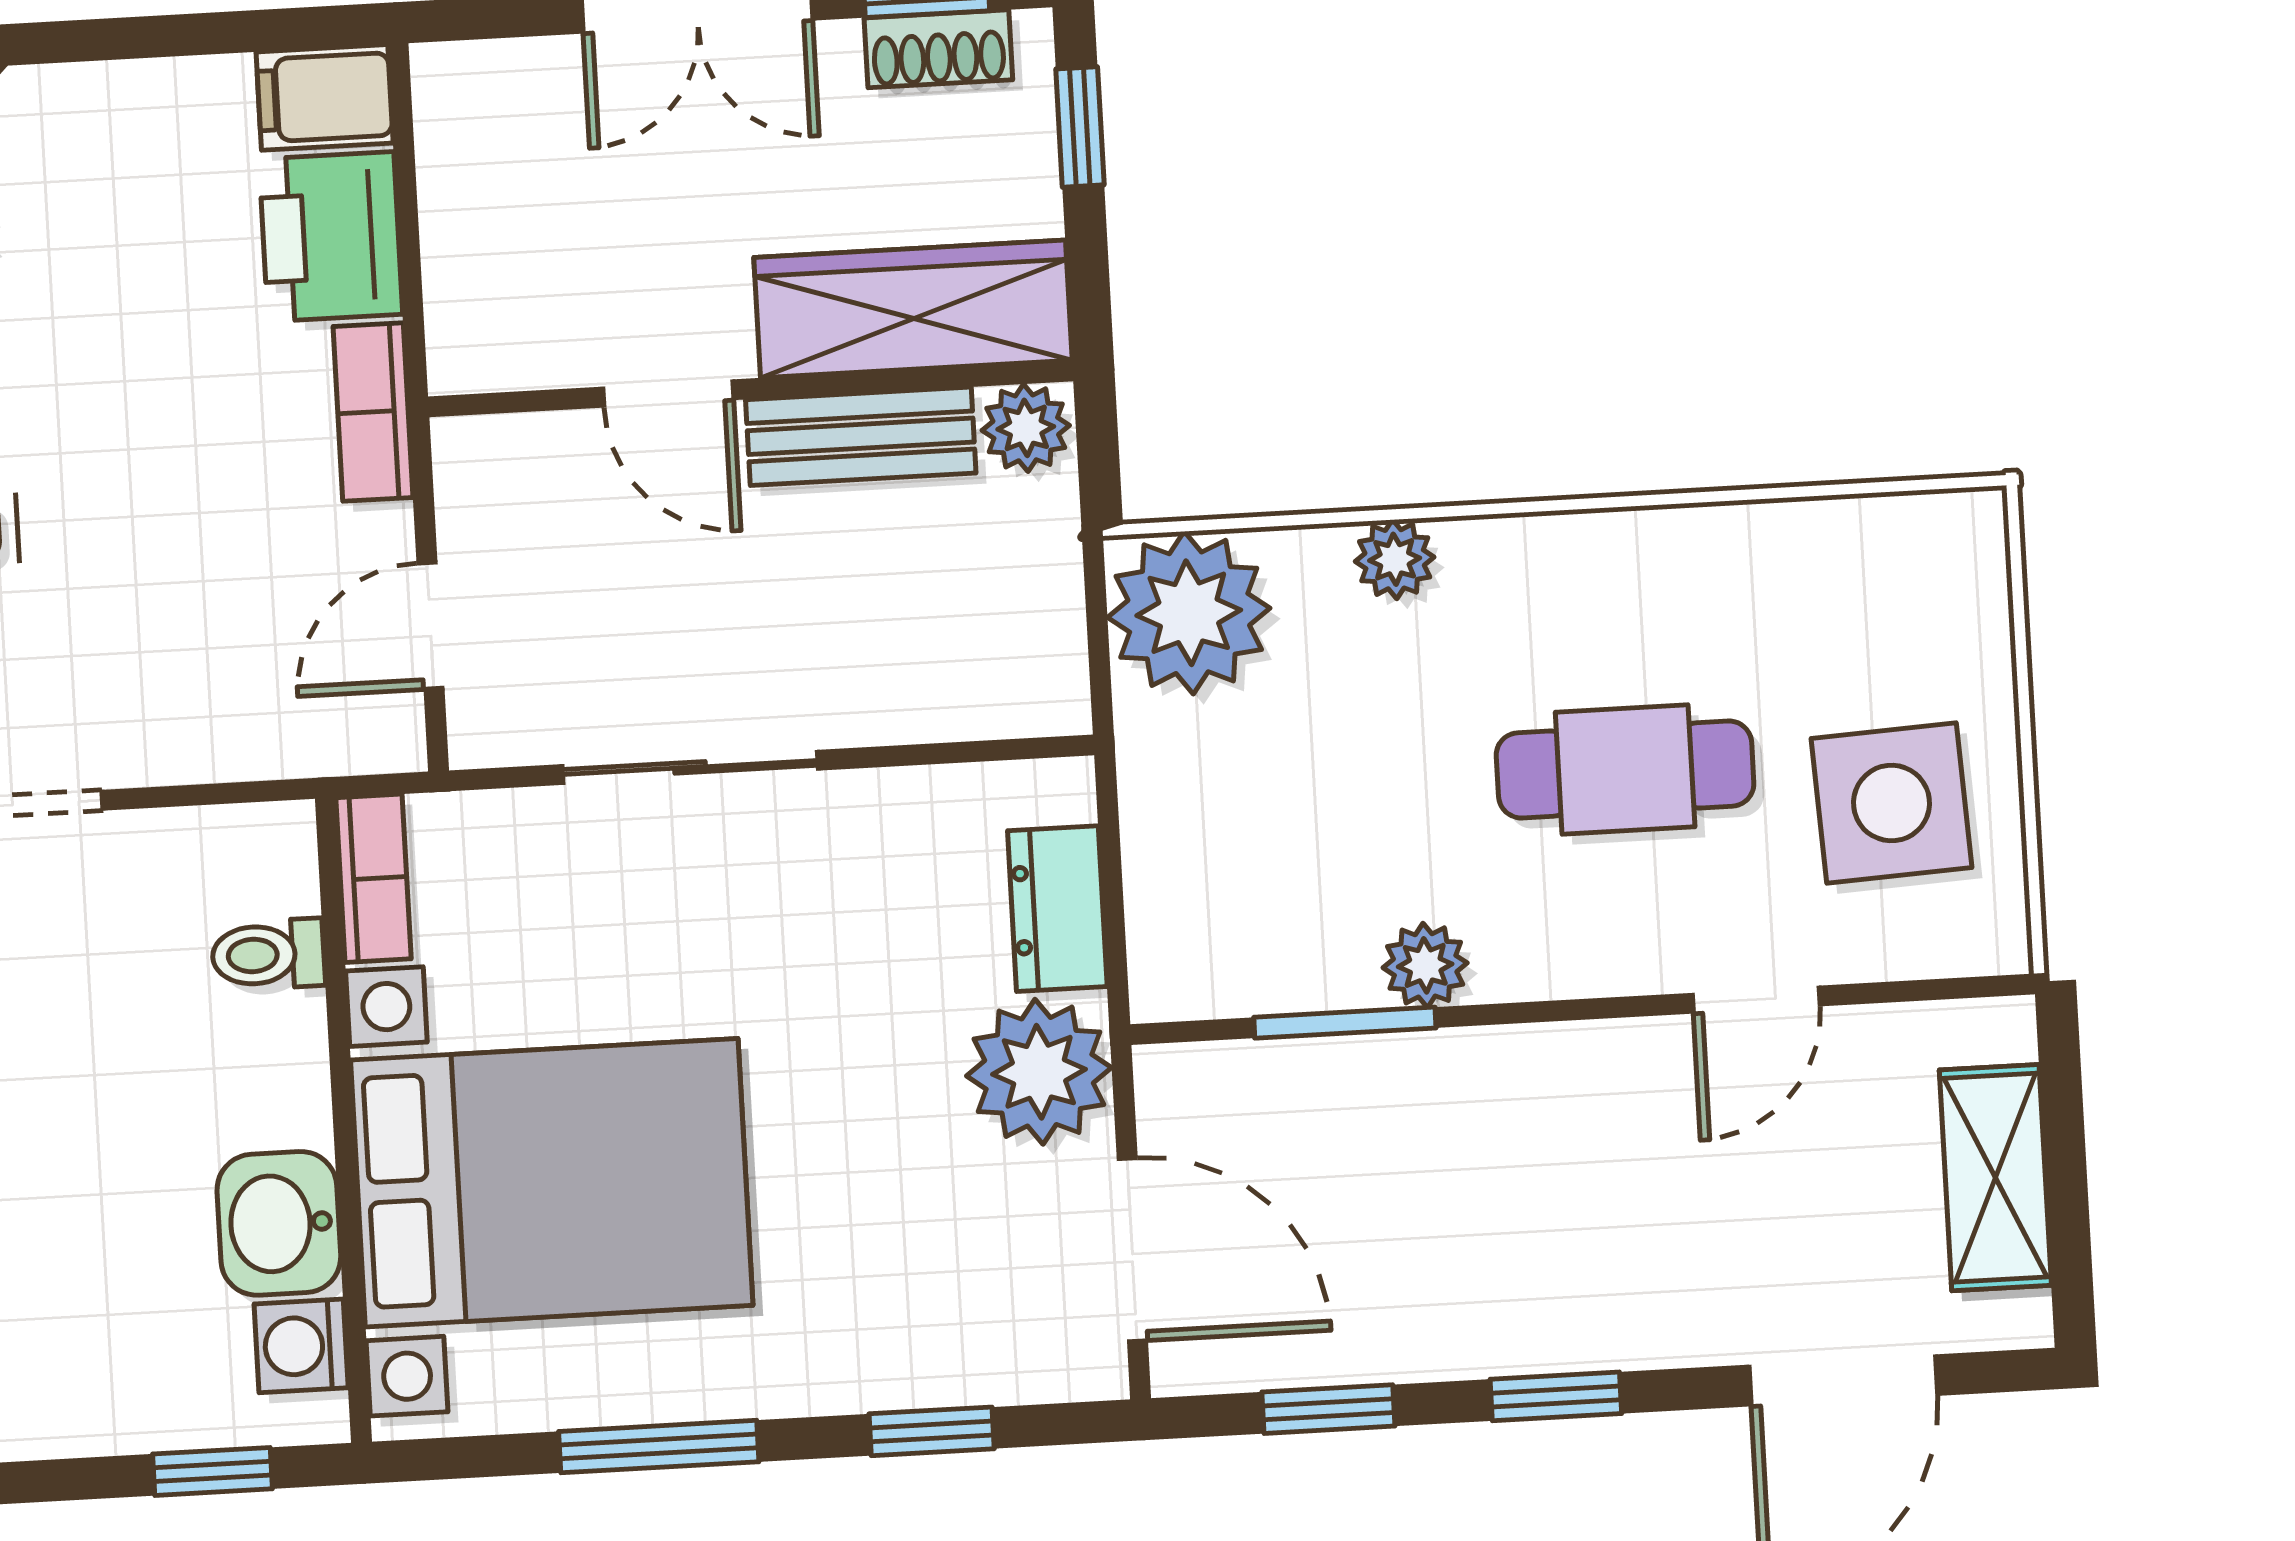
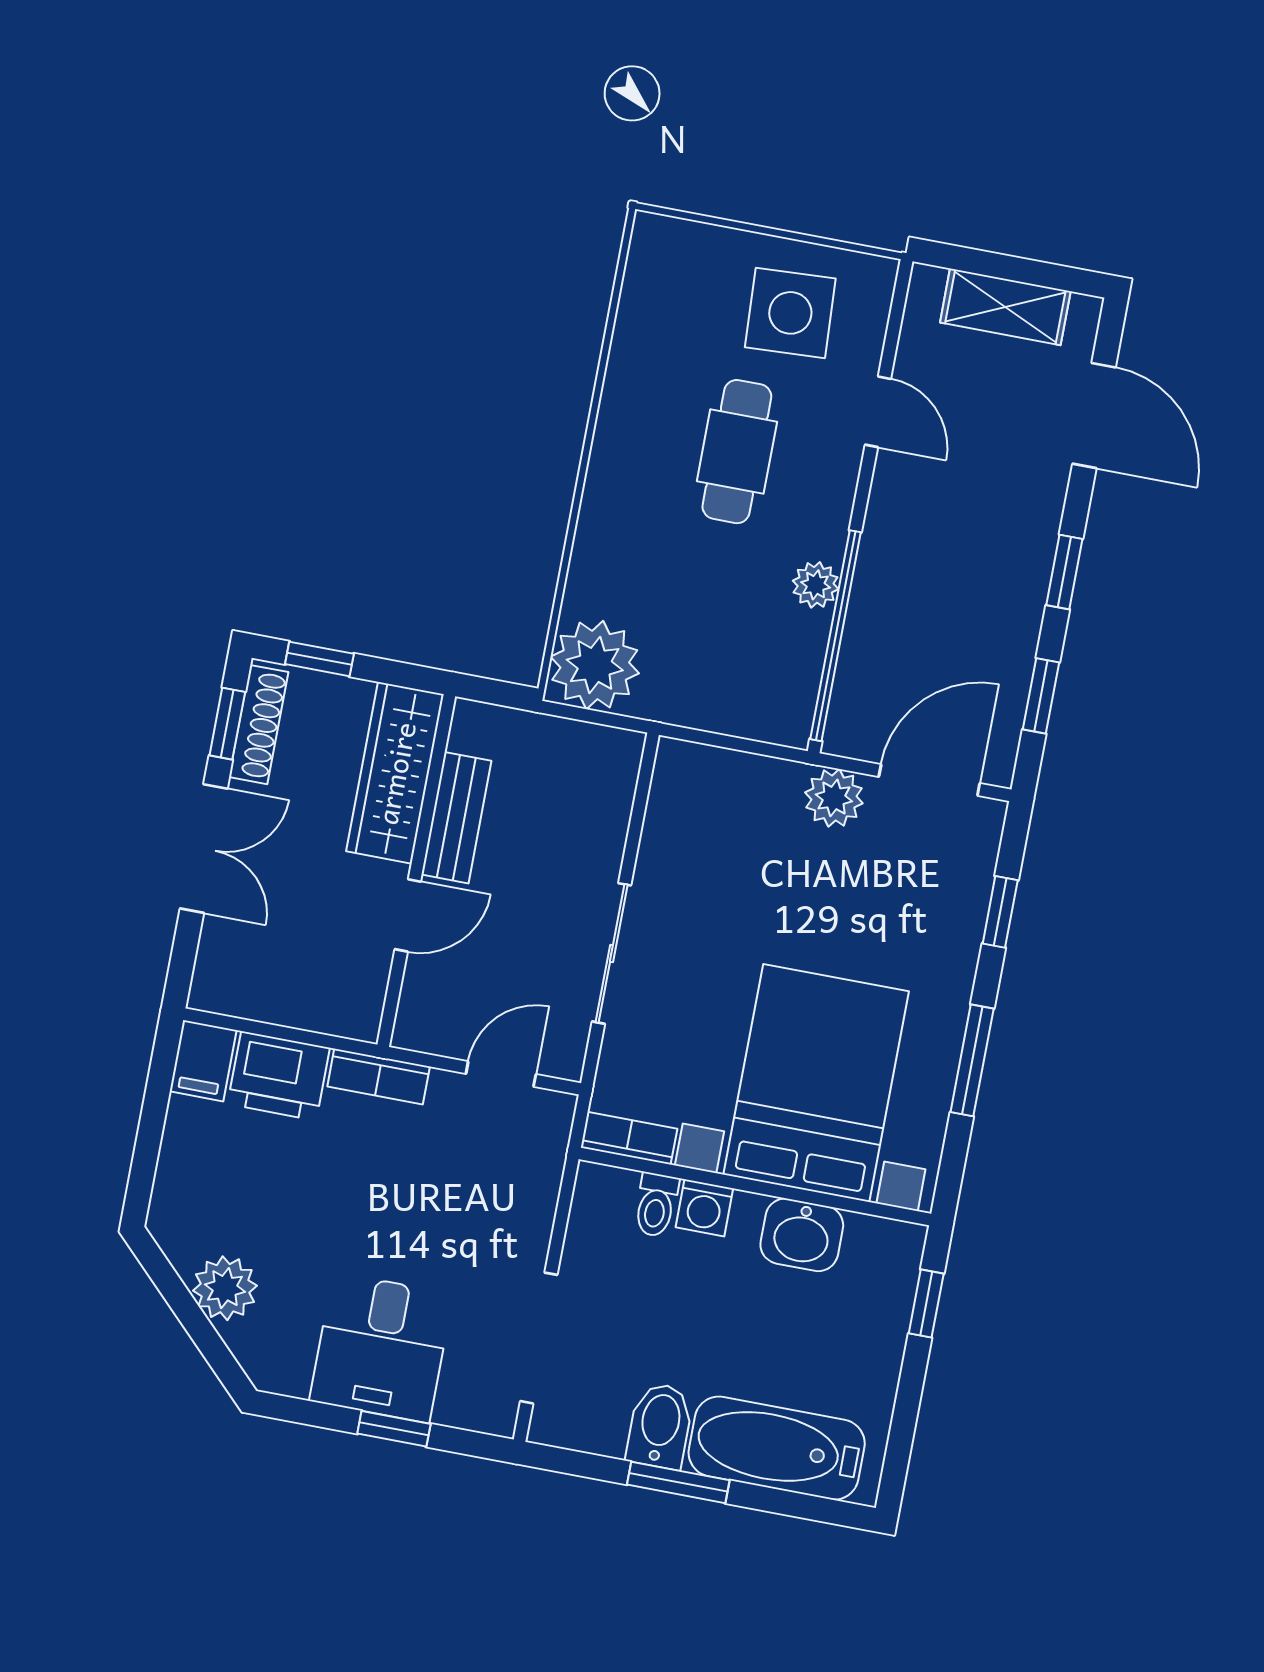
shoe rack: (938, 49) -> (259, 725), width x1.43
plant: (1026, 428) -> (474, 728), removed
plant: (1395, 559) -> (593, 547), removed
door: (430, 626) -> (501, 1074), swing flipped
dresser: (1057, 909) -> (736, 775), removed
window: (1345, 1023) -> (836, 636), width x2.11
plant: (1039, 1072) -> (834, 798), width x0.73, depth x0.73
washing machine: (301, 1346) -> (704, 1208), moved

